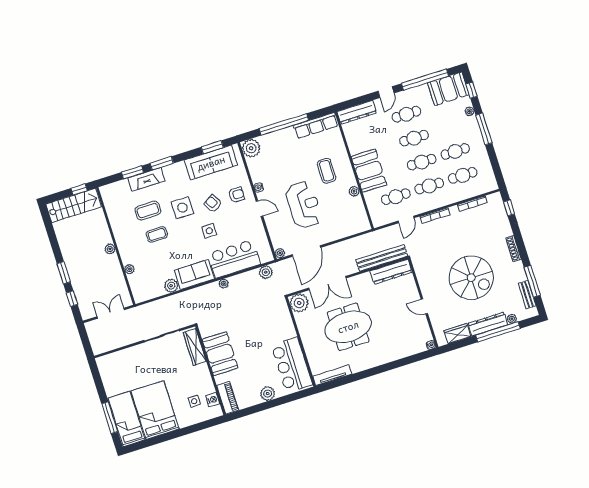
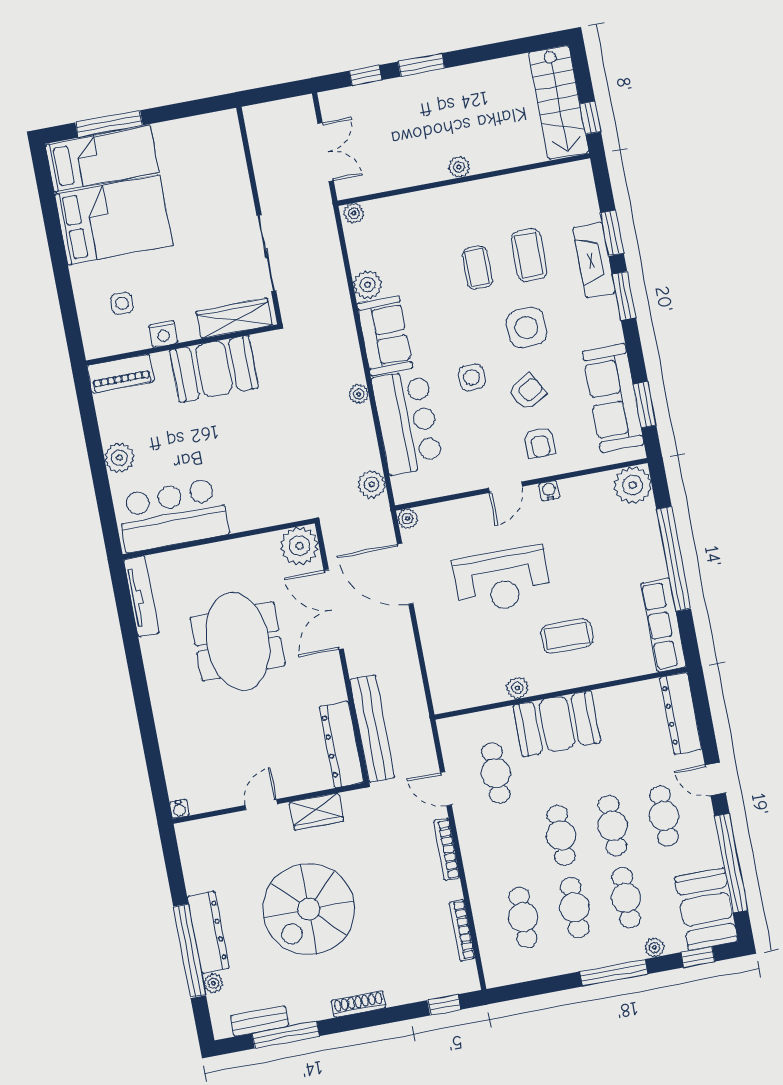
cafe table: (429, 186) -> (626, 898), moved
plant: (129, 269) -> (354, 213), moved
wardrobe: (457, 334) -> (316, 812), moved, turned 90
nightstand: (213, 400) -> (163, 334), moved

